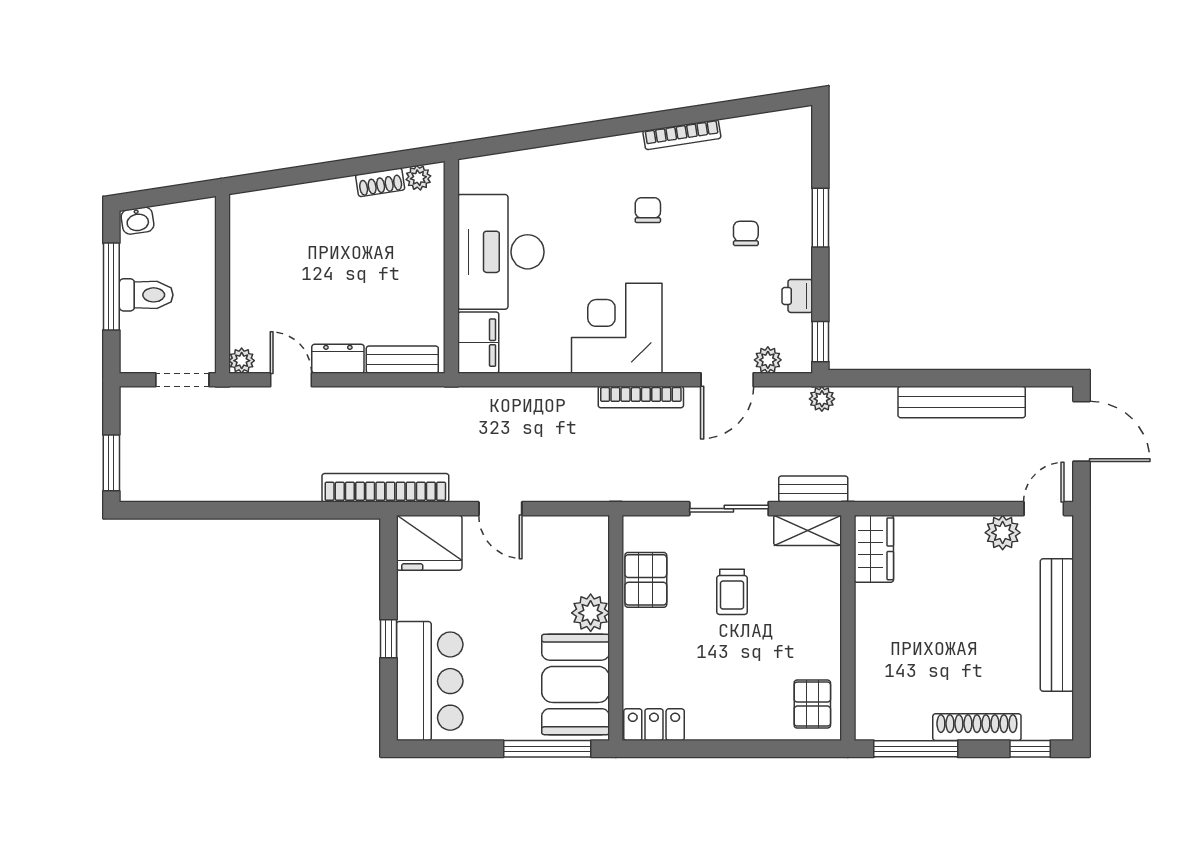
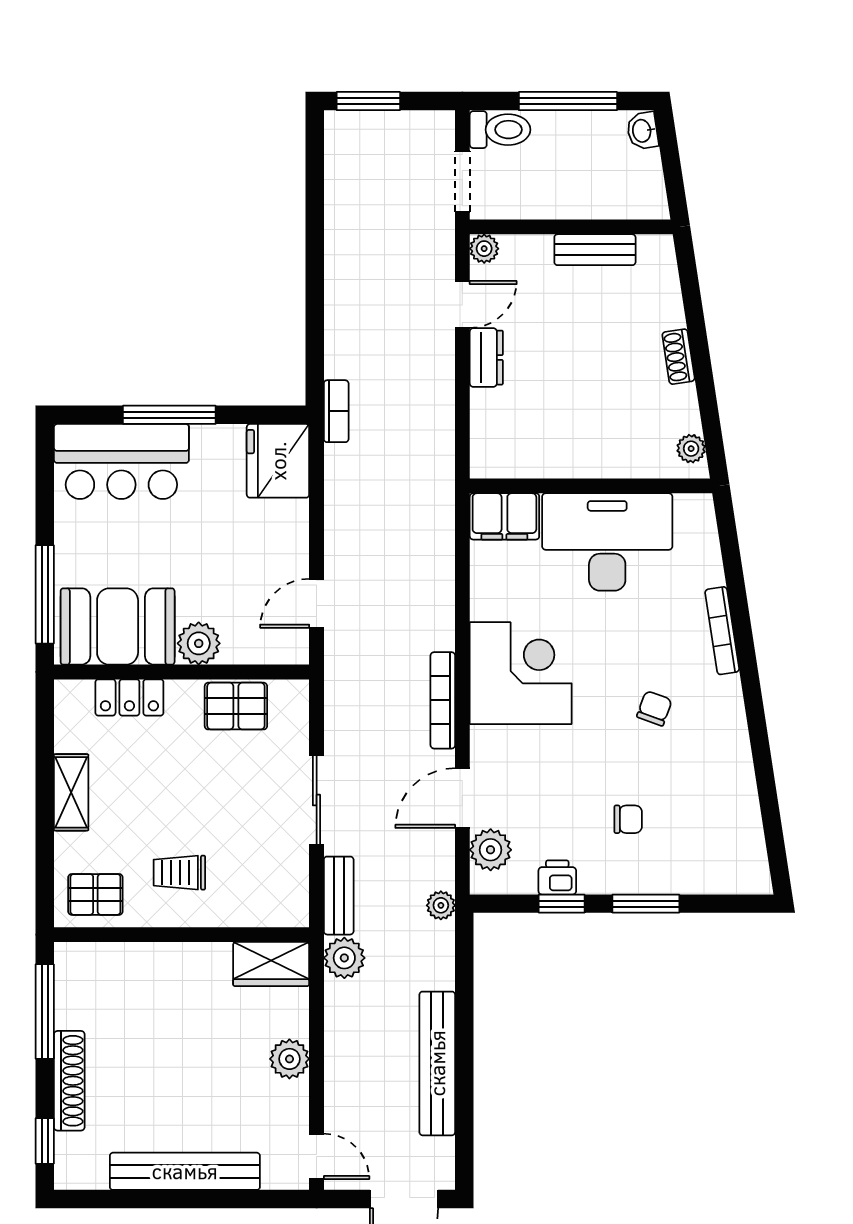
bookcase: (682, 135) -> (722, 631), moved
shoe rack: (380, 182) -> (678, 357), moved
chair: (648, 210) -> (654, 708), turned -70
toilet: (146, 295) -> (500, 130), moved, turned -90
window: (820, 342) -> (562, 904), moved
bench: (402, 360) -> (595, 250), moved, turned 90
plant: (768, 360) -> (491, 850), width x1.38, depth x1.38
door: (727, 380) -> (462, 798), hinge flipped
plant: (868, 484) -> (344, 958), added
bookcase: (385, 488) -> (336, 411), width x0.43, depth x0.76
door: (500, 509) -> (317, 603), moved
shelving: (808, 530) -> (71, 792), moved
plant: (1003, 533) -> (289, 1059), moved
trolley: (732, 592) -> (179, 873), moved
window: (389, 639) -> (169, 415), width x2.17
locker: (654, 725) -> (129, 697), moved, turned 90

